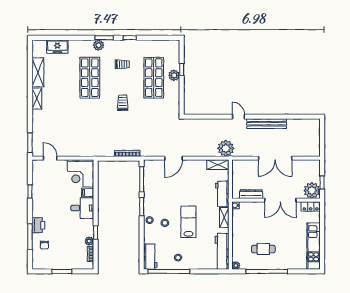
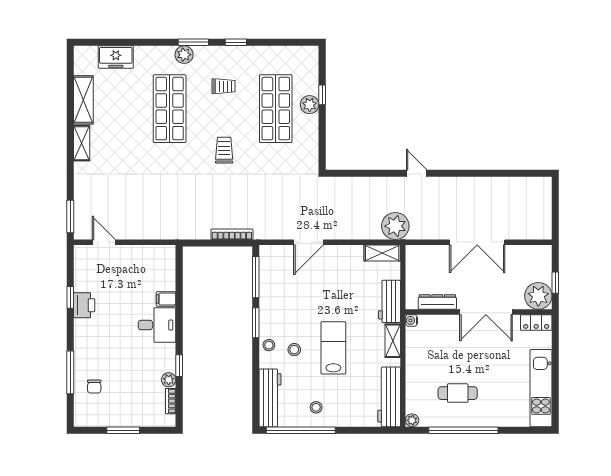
bench: (267, 124) -> (463, 185), removed
corner desk: (80, 174) -> (154, 269), removed
printer: (38, 225) -> (84, 305), moved
workbench: (150, 257) -> (270, 398), width x1.38

